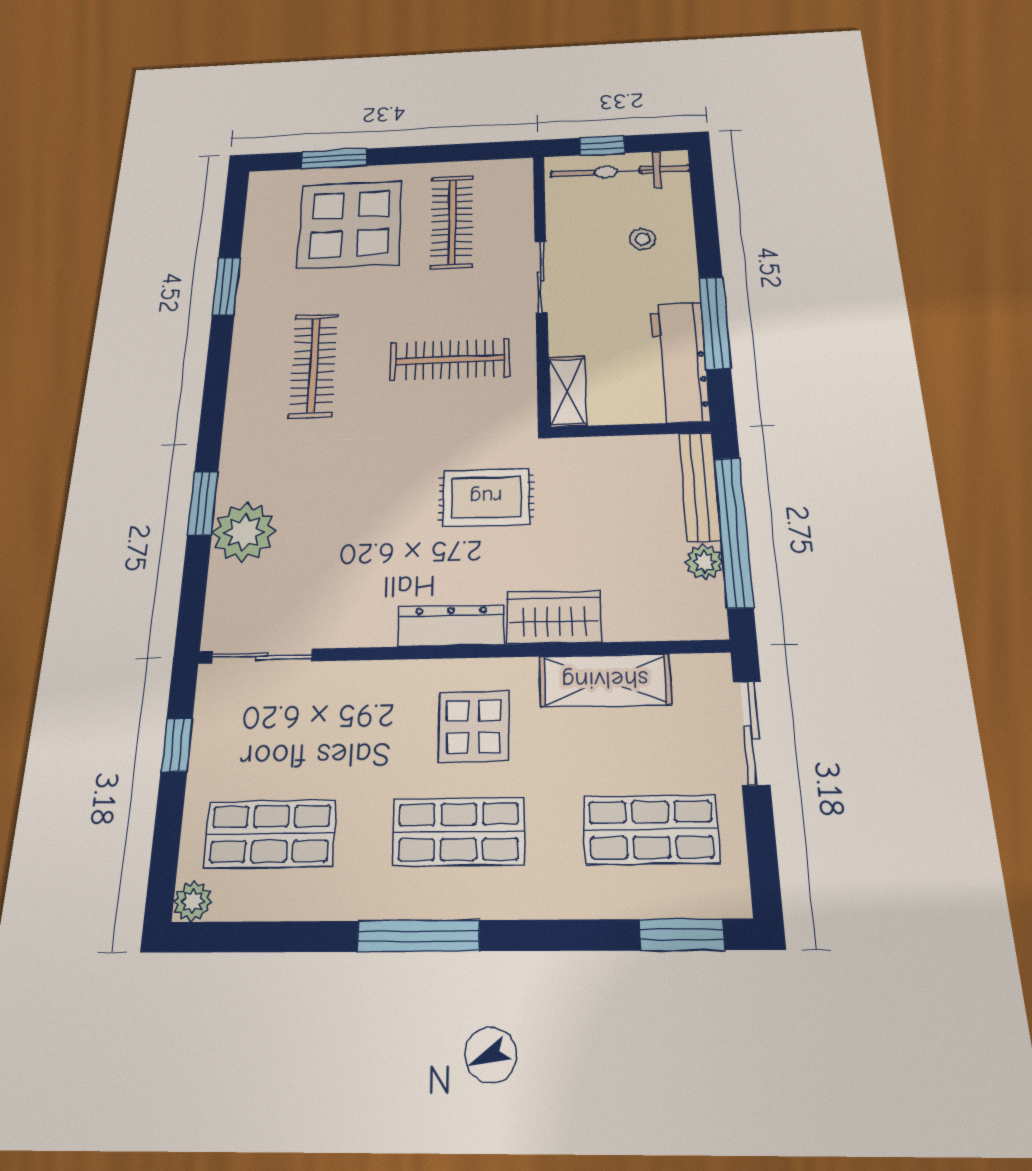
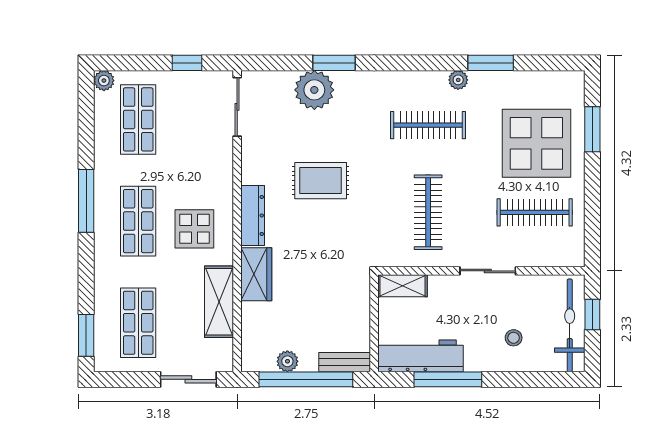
plant: (248, 327) -> (458, 80), added
bench: (700, 486) -> (345, 362), width x0.73
rug: (486, 497) -> (321, 181), moved, turned 90

